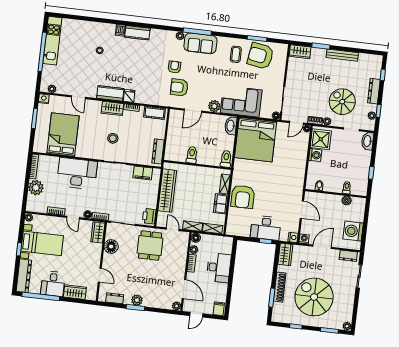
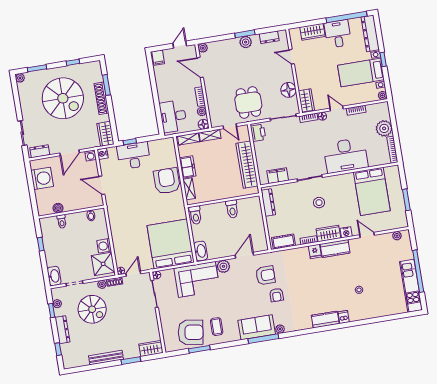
nightstand: (44, 99) -> (346, 232), moved
desk: (219, 268) -> (173, 116), moved

